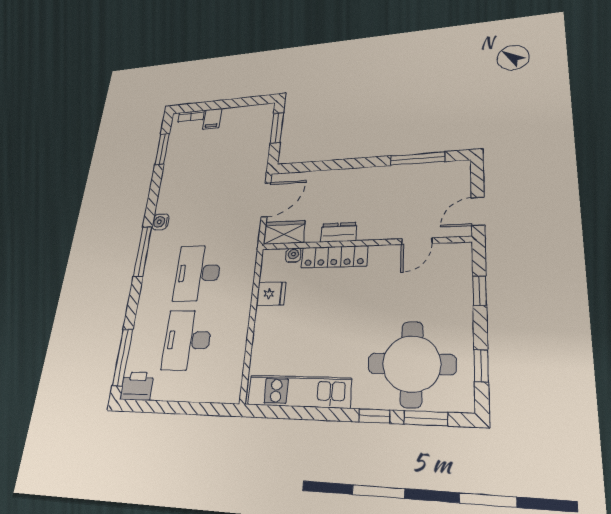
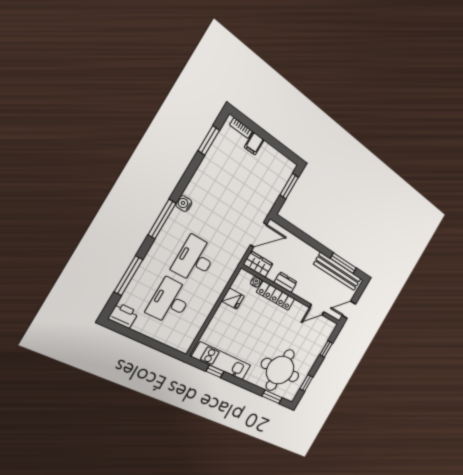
bench: (416, 174) -> (338, 272), added
window: (123, 357) -> (128, 276), moved
window: (374, 416) -> (215, 371), moved

